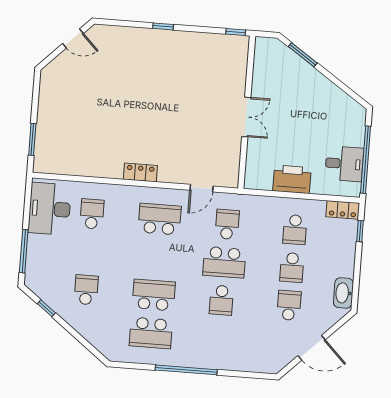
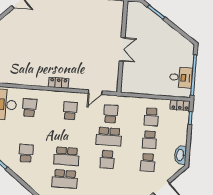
printer: (292, 179) -> (150, 87), removed
school desk: (160, 219) -> (70, 111), width x0.54
school desk: (154, 295) -> (67, 156), turned 180
school desk: (289, 305) -> (148, 163), turned 180

